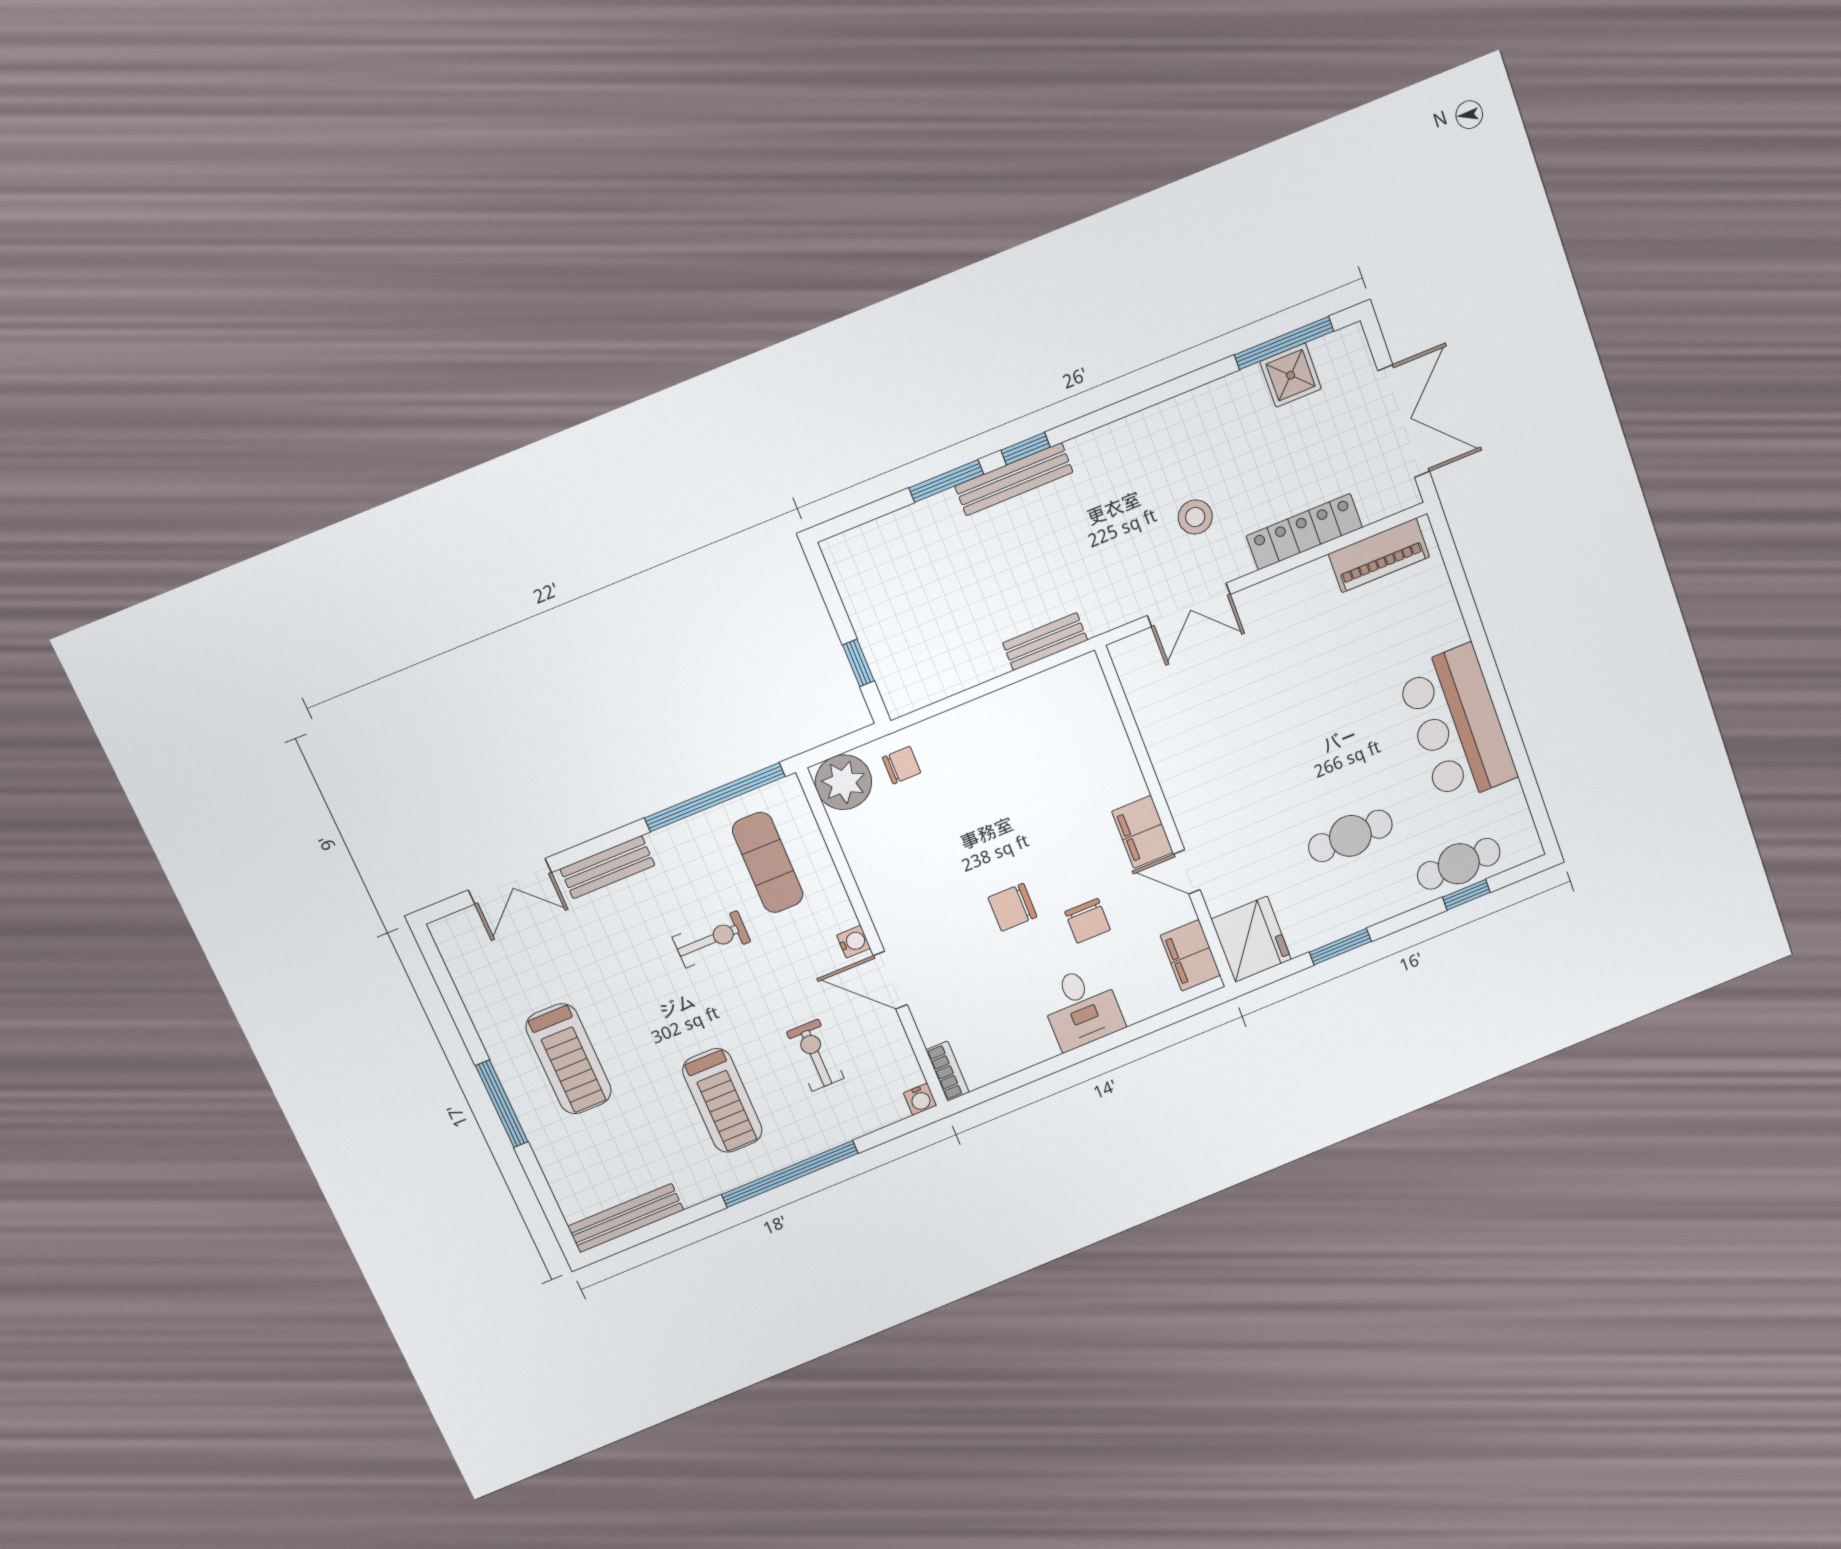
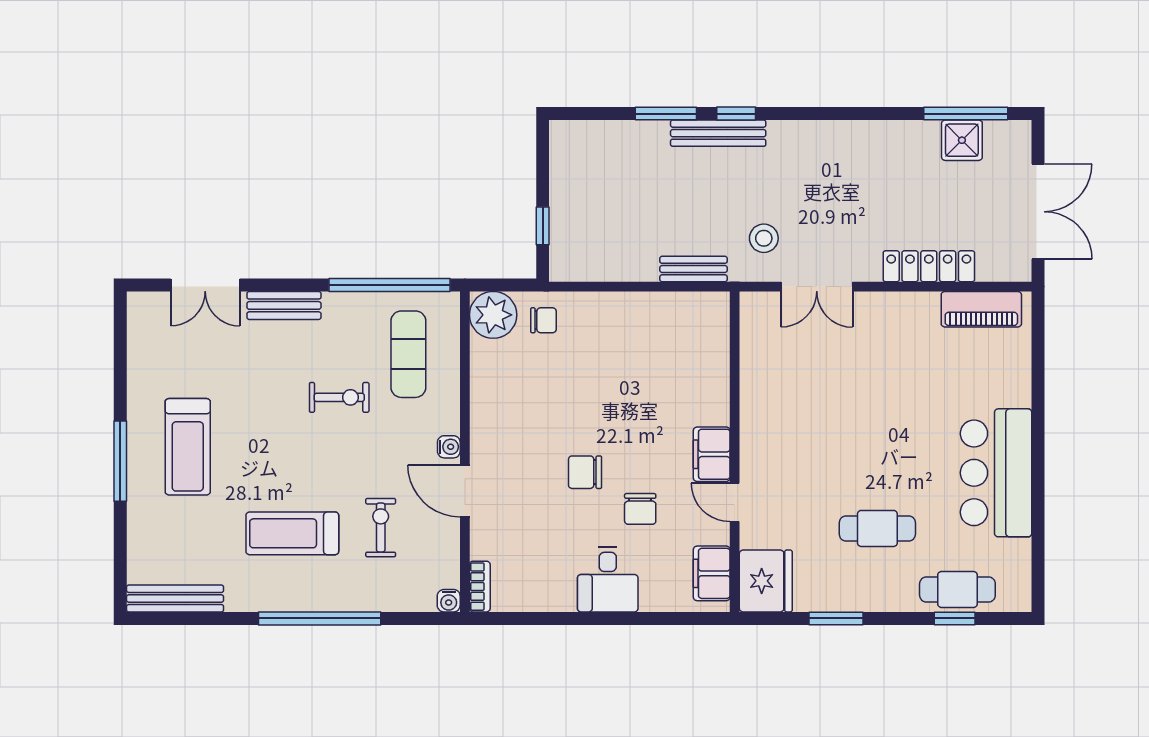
stool: (1195, 517) -> (764, 238), moved
treadmill: (722, 1101) -> (292, 533), turned 90

